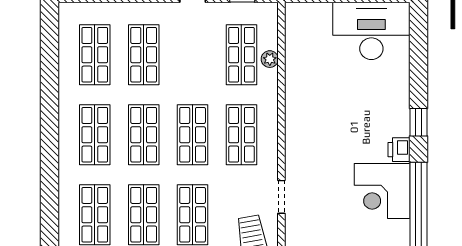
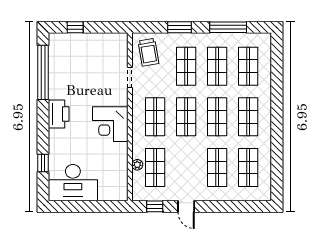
window: (419, 122) -> (43, 163), moved
printer: (399, 150) -> (59, 114), width x1.87, depth x1.48
corner desk: (382, 191) -> (110, 124), moved, turned 180

